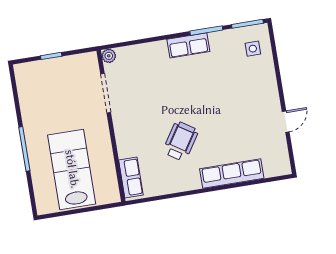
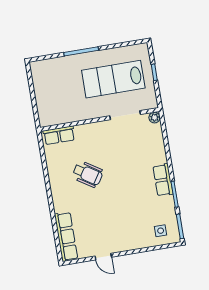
lab bench: (72, 169) -> (113, 79), moved, turned 180
row of seats: (232, 174) -> (66, 237), moved

